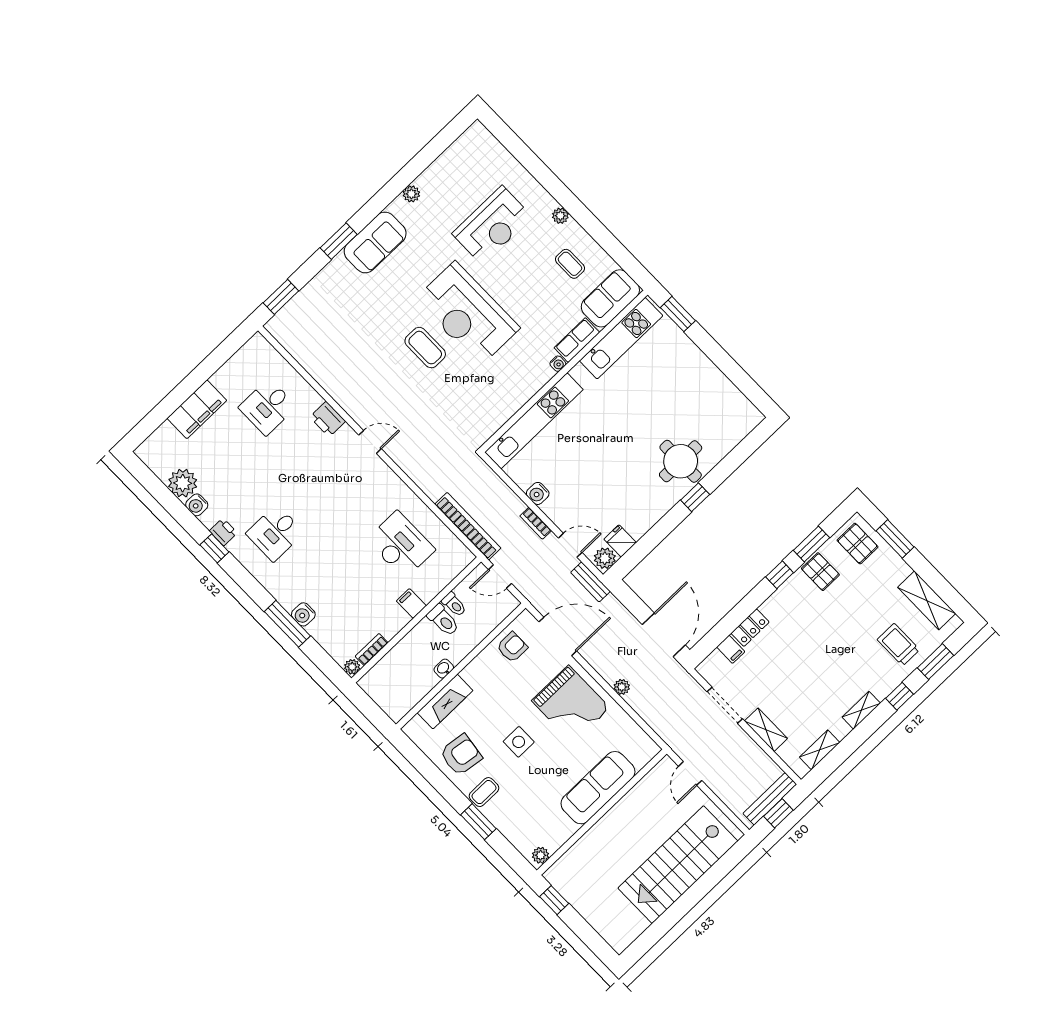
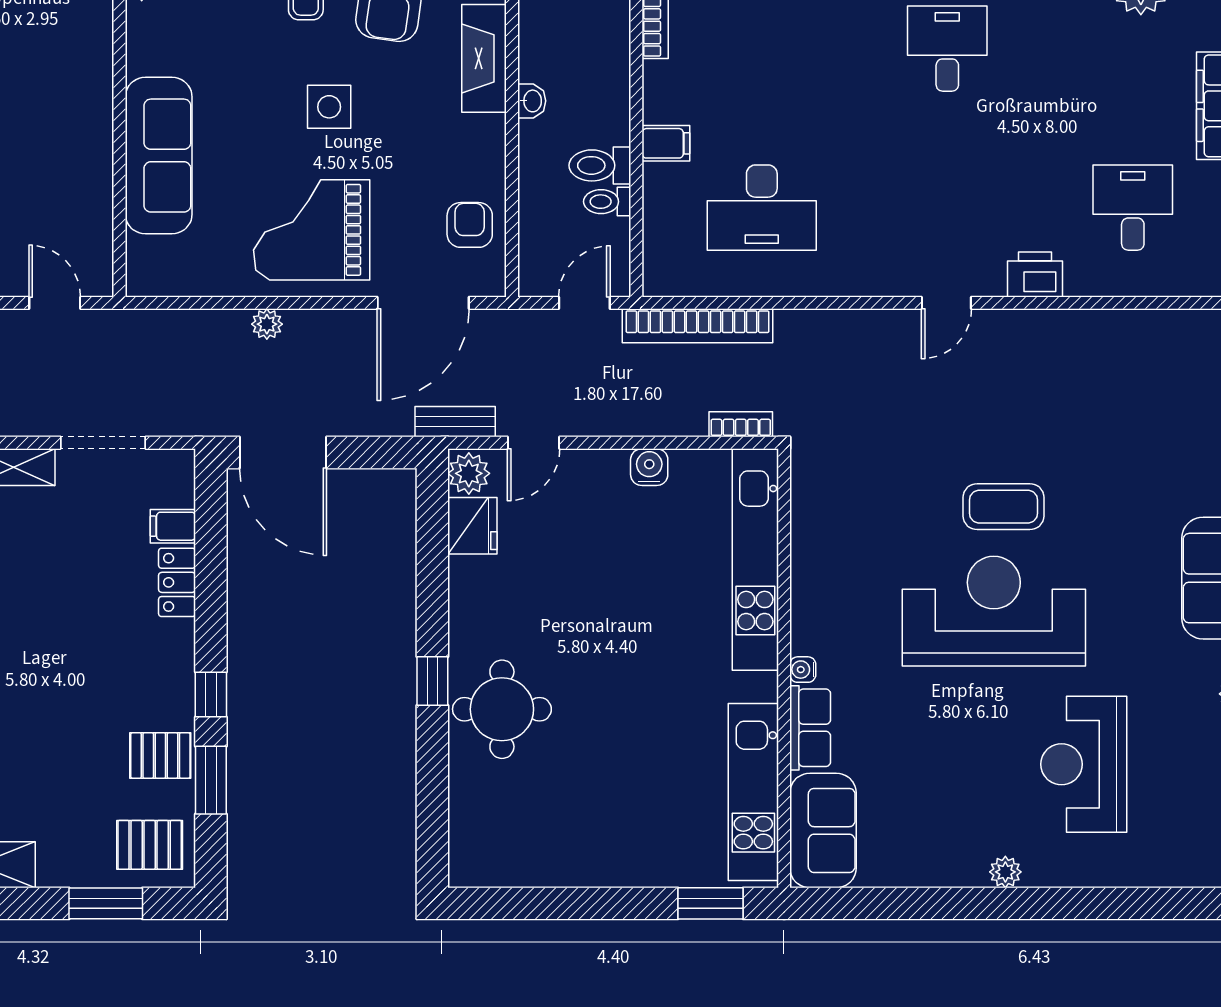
coffee table: (570, 264) -> (925, 821), removed
bookcase: (536, 523) -> (741, 424), moved
fridge: (620, 541) -> (472, 526), width x1.38
armchair: (512, 647) -> (470, 225), turned 180

